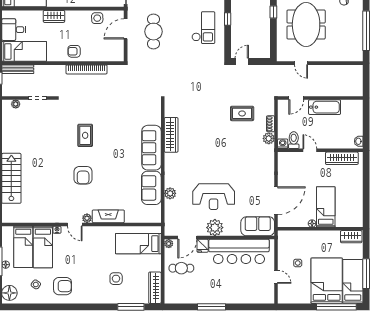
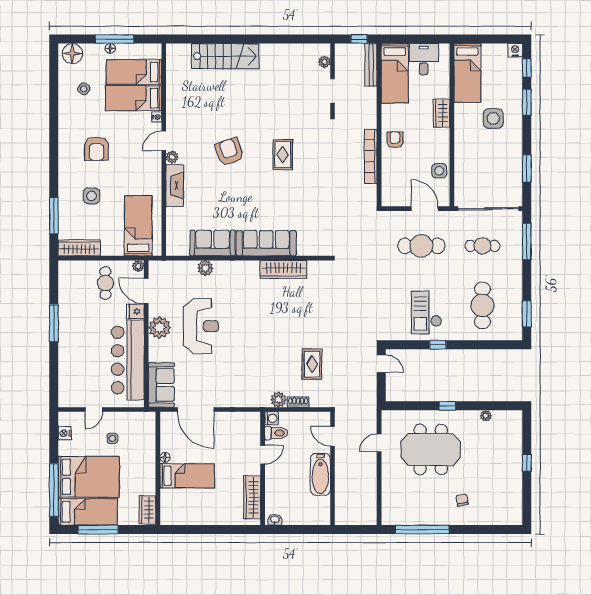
checkout: (203, 28) -> (427, 312), turned 90
rug: (85, 135) -> (283, 155), turned 90
armchair: (83, 175) -> (229, 152), turned 71
reception desk: (214, 197) -> (201, 326), turned 180
armchair: (63, 286) -> (96, 149), moved
nightstand: (294, 299) -> (65, 433), added

